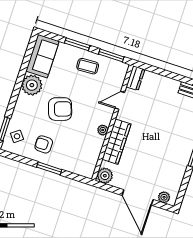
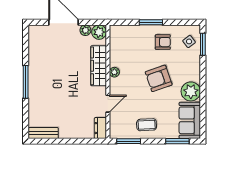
window: (77, 44) -> (177, 141), moved
plant: (164, 197) -> (85, 30), moved

